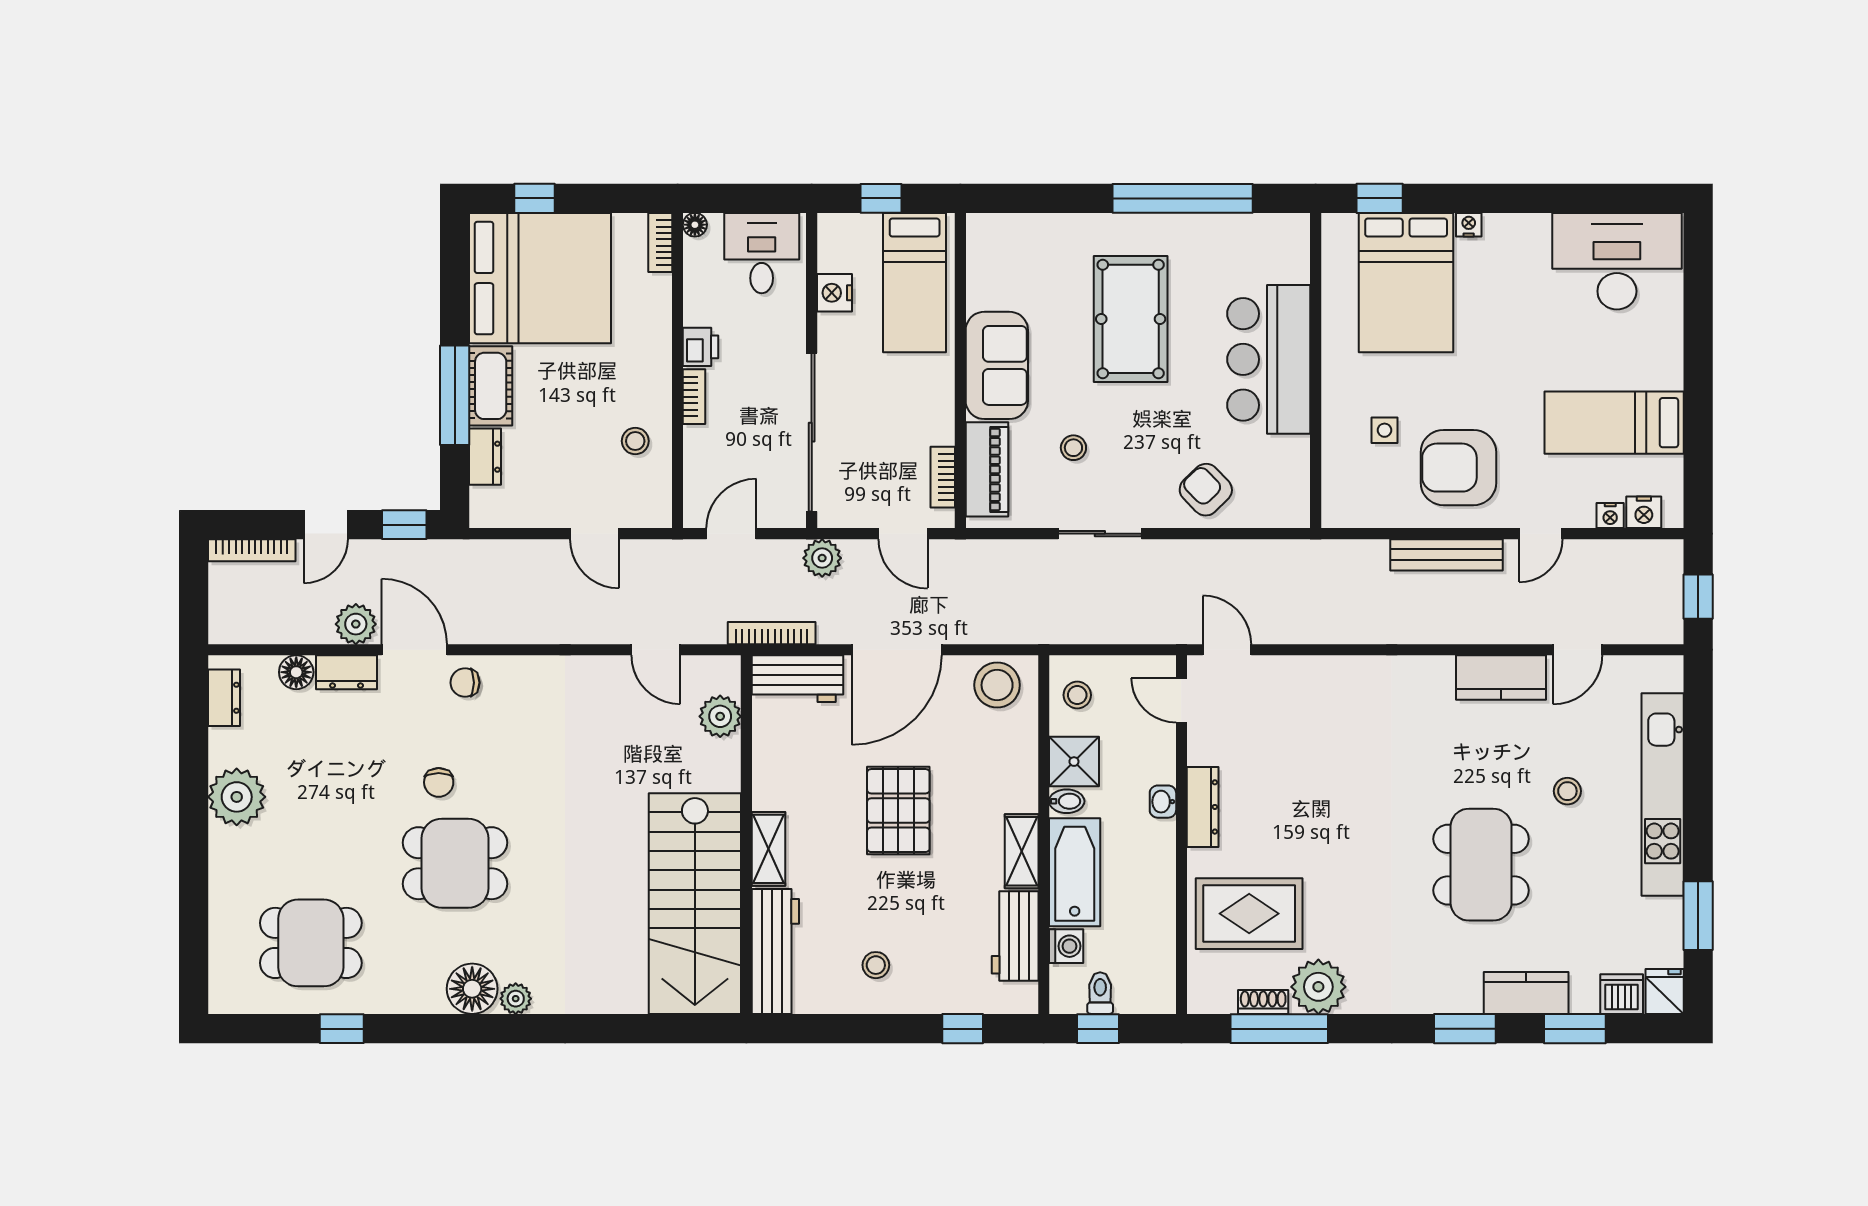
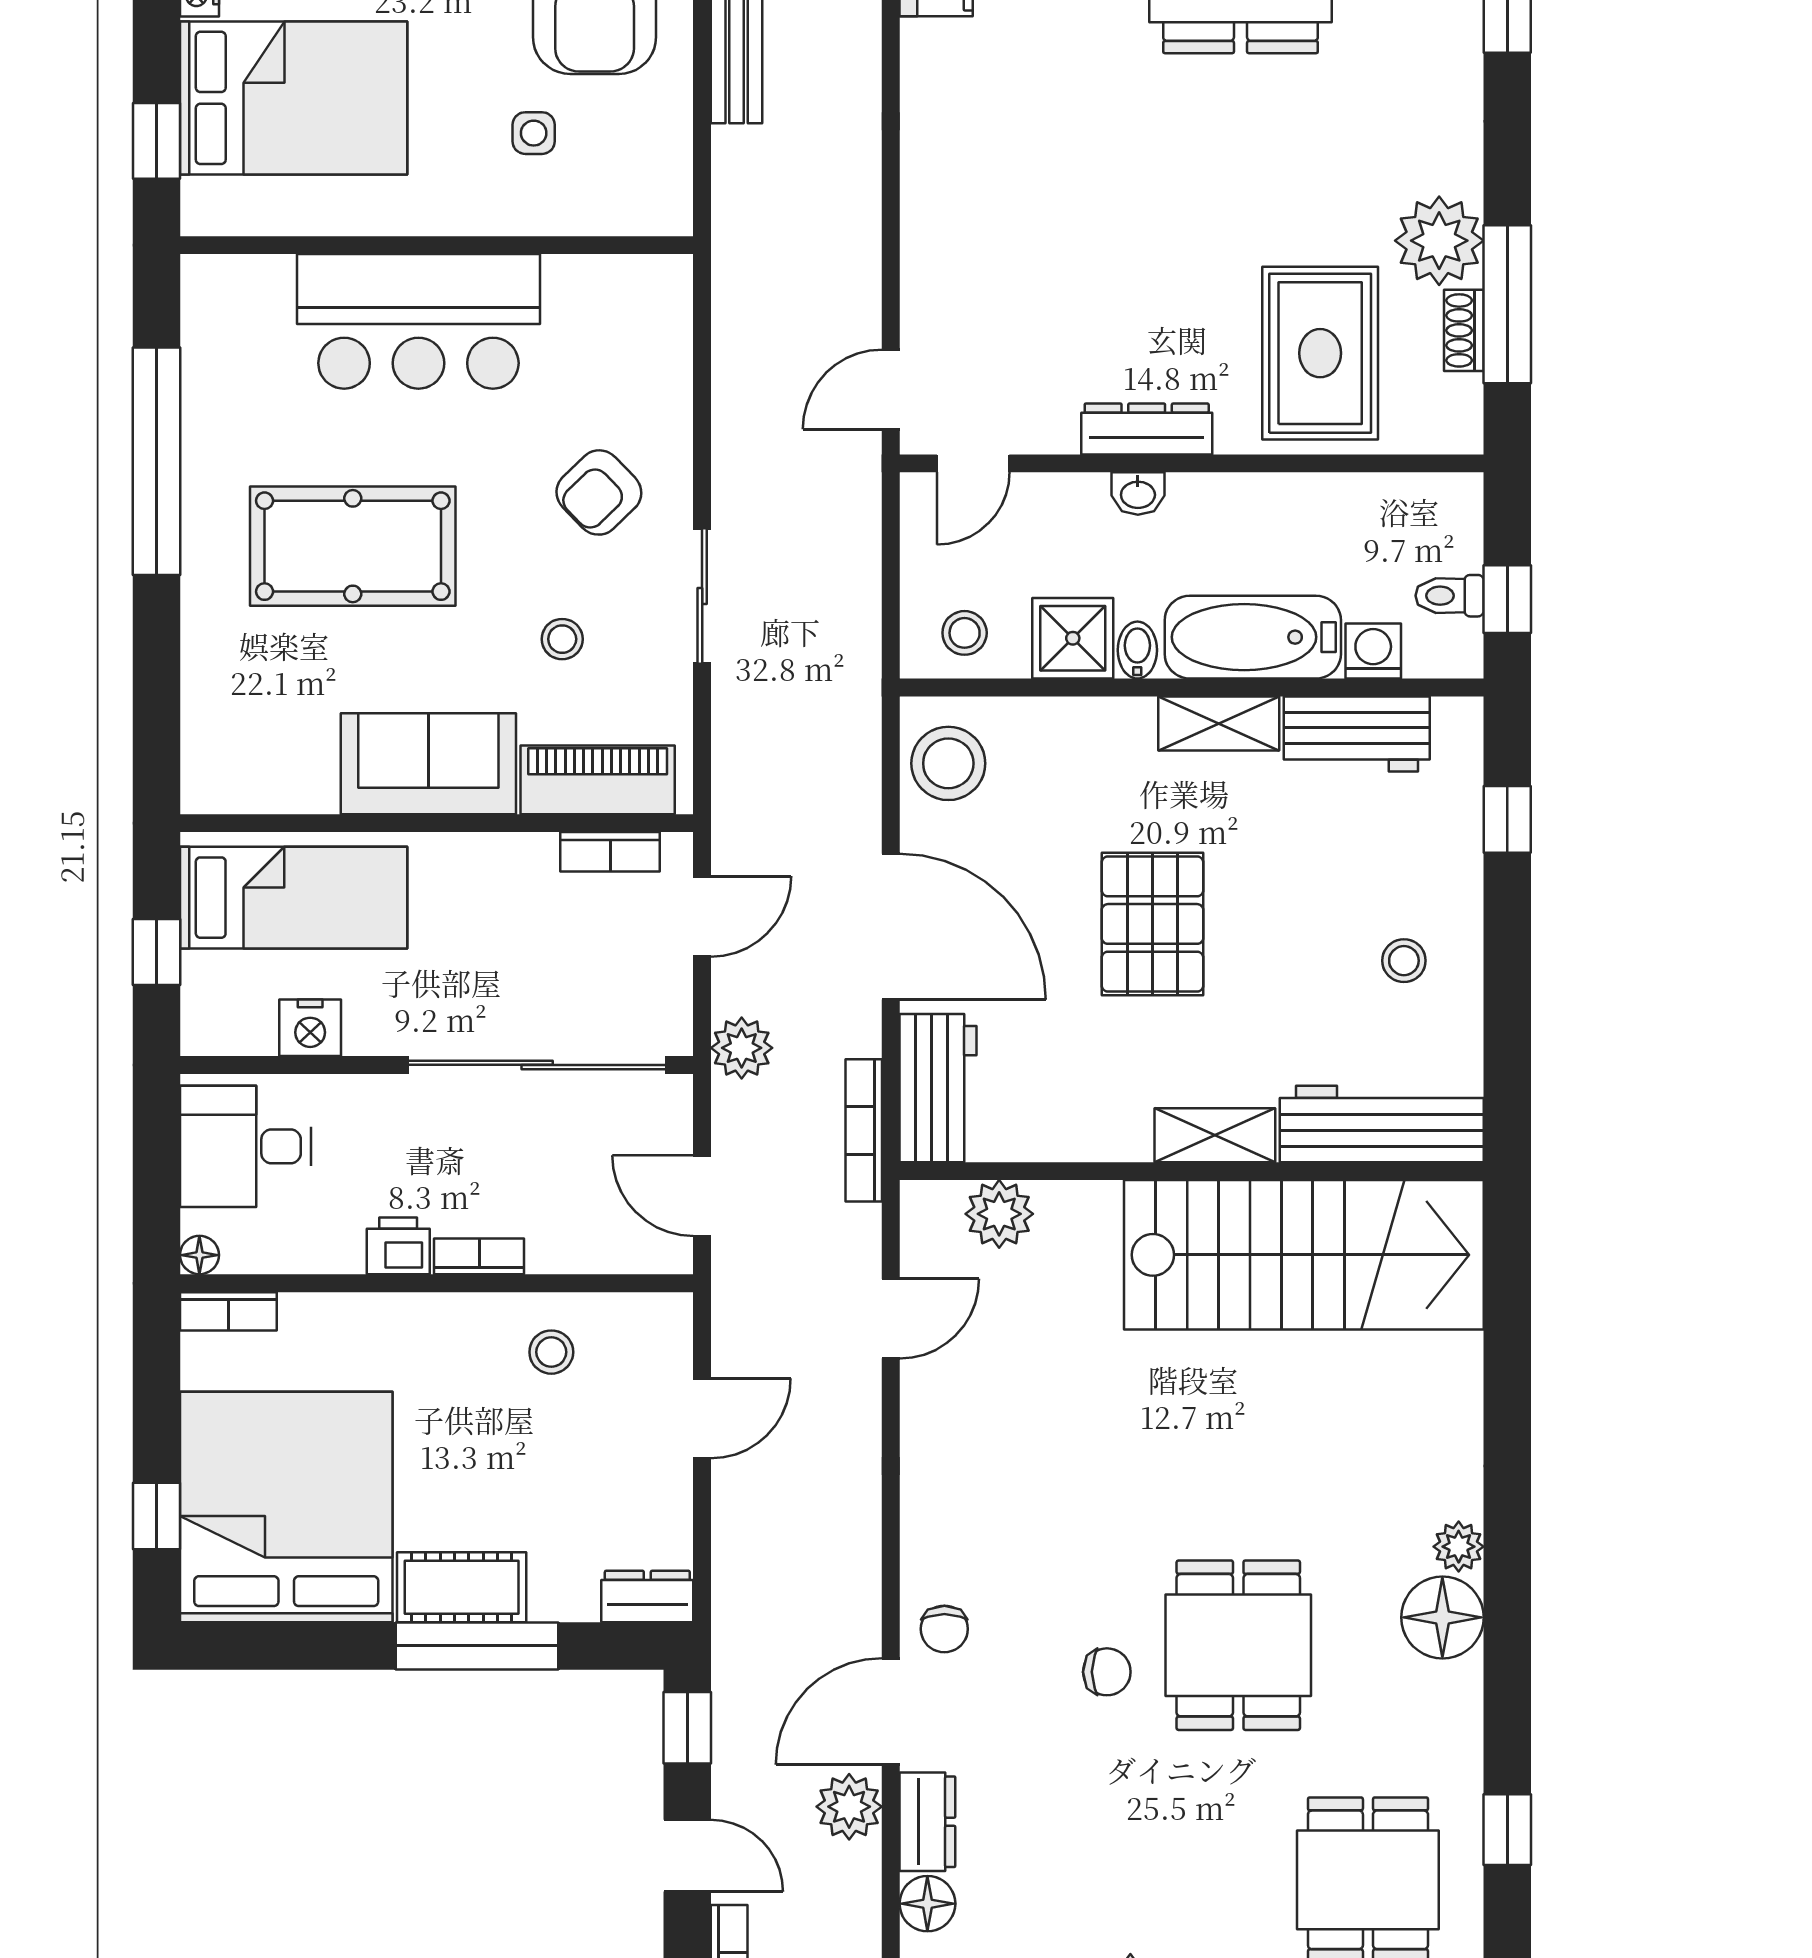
dresser: (485, 457) -> (647, 1596), moved
armchair: (1206, 490) -> (599, 492), moved
pallet: (898, 811) -> (1152, 924), turned 90

